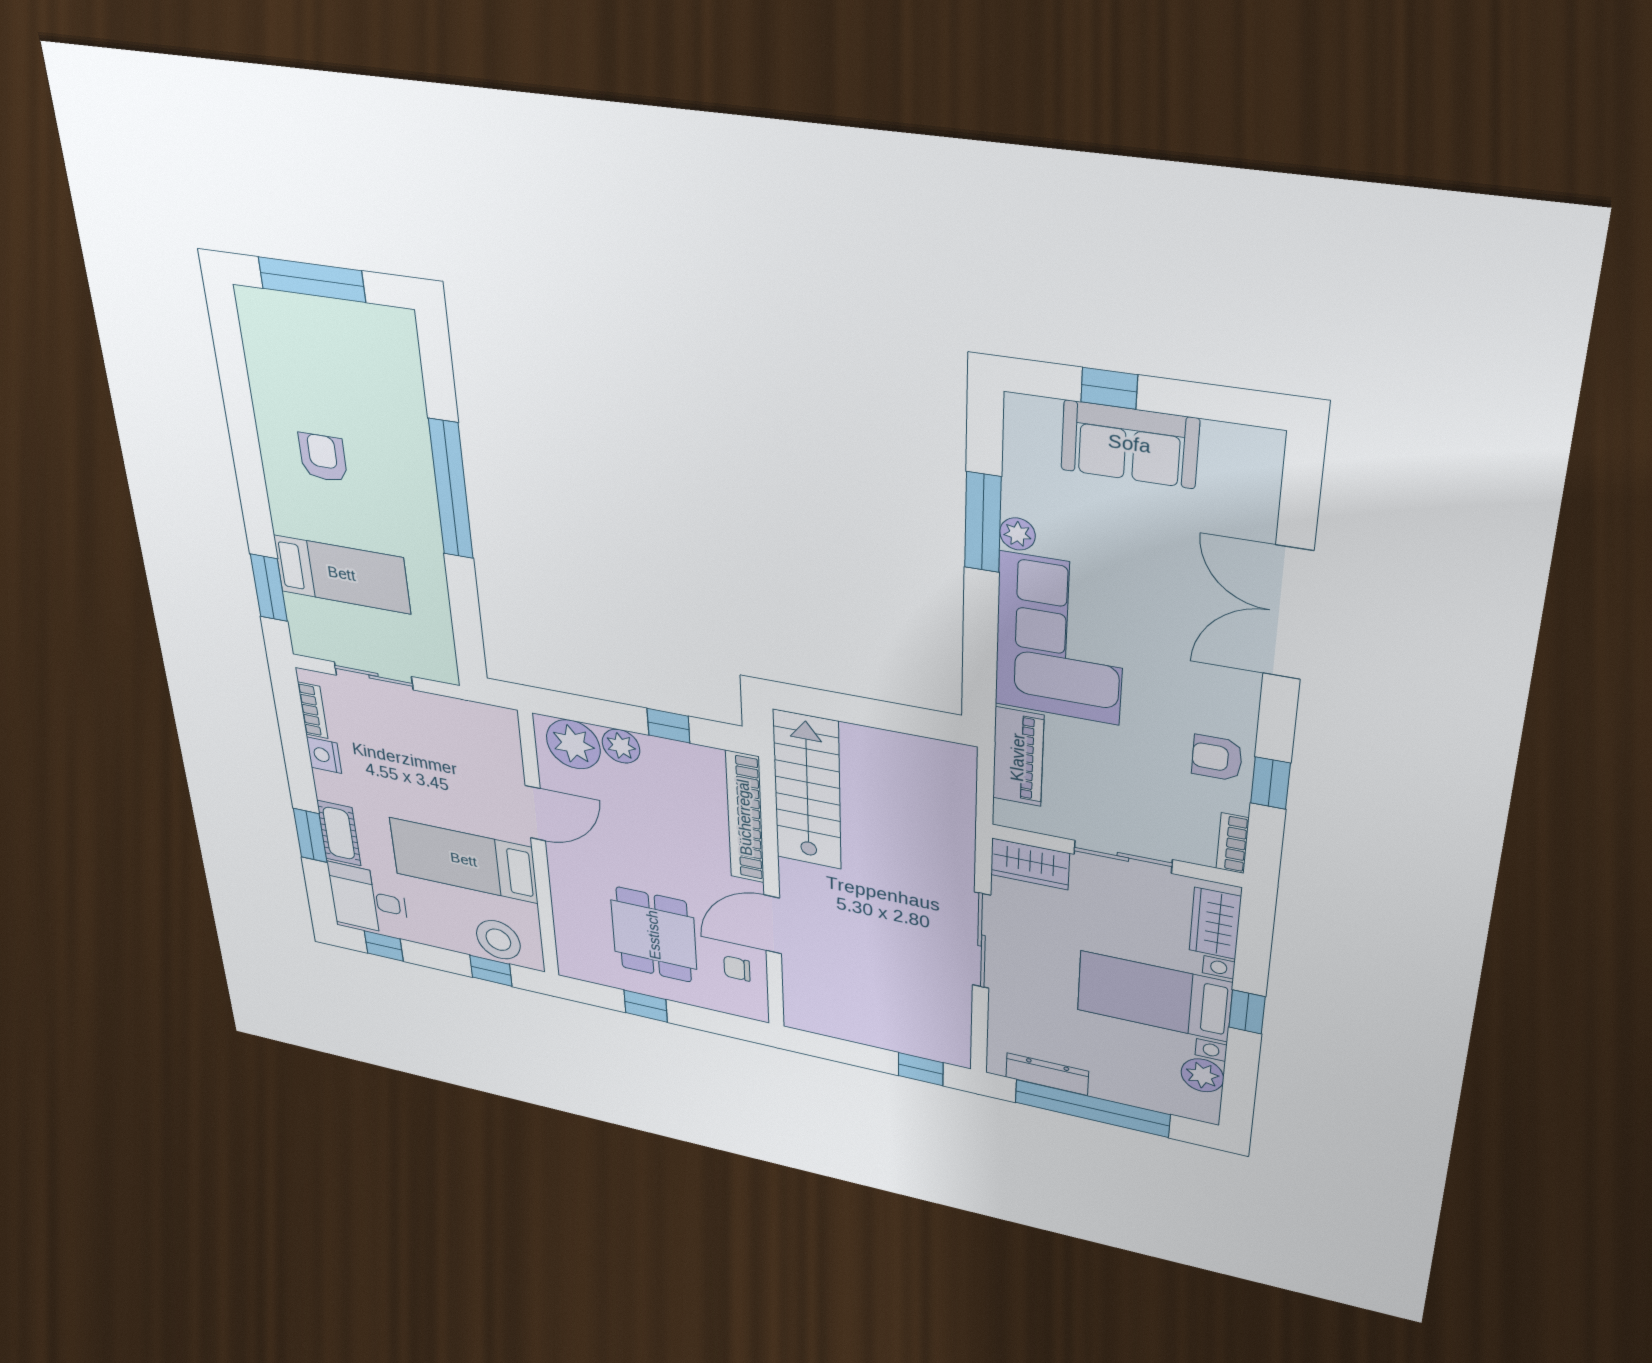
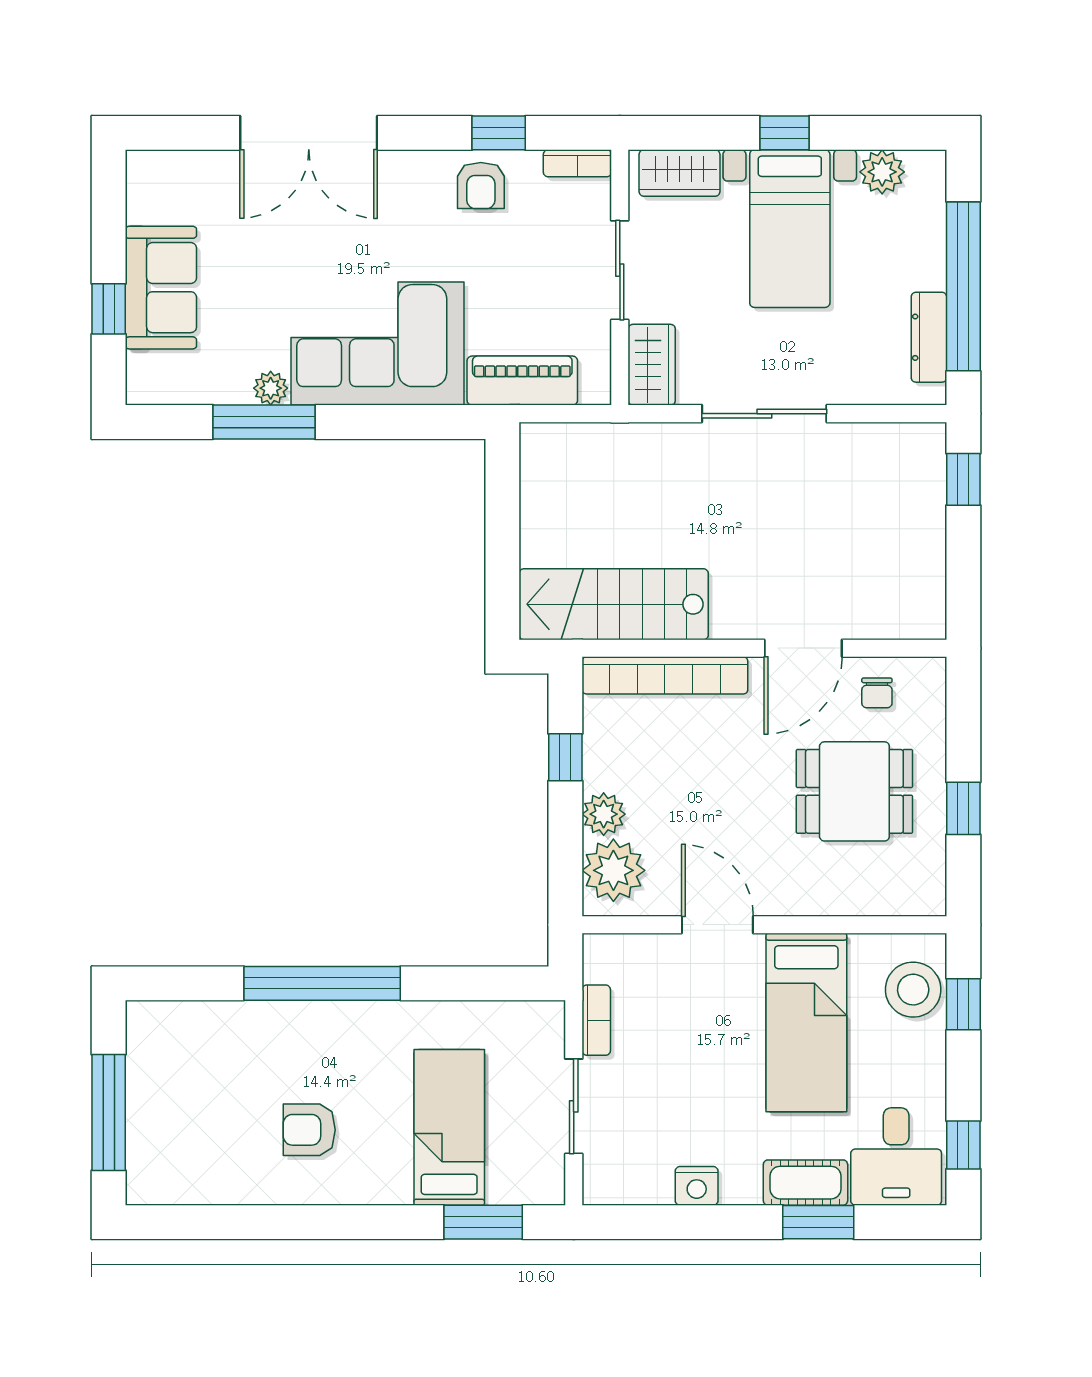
bookcase: (313, 710) -> (596, 1020), moved, turned 90
door: (773, 925) -> (803, 648), hinge flipped

